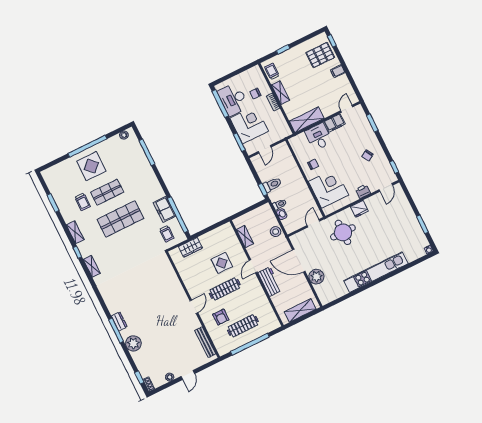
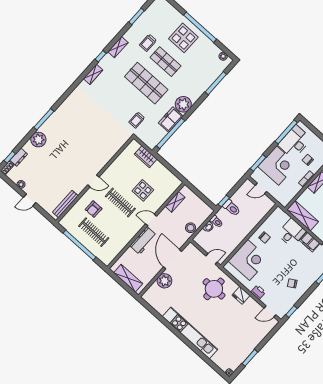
plant: (155, 191) -> (183, 104), added
trolley: (167, 234) -> (137, 120), moved
dresser: (119, 321) -> (19, 157), moved

